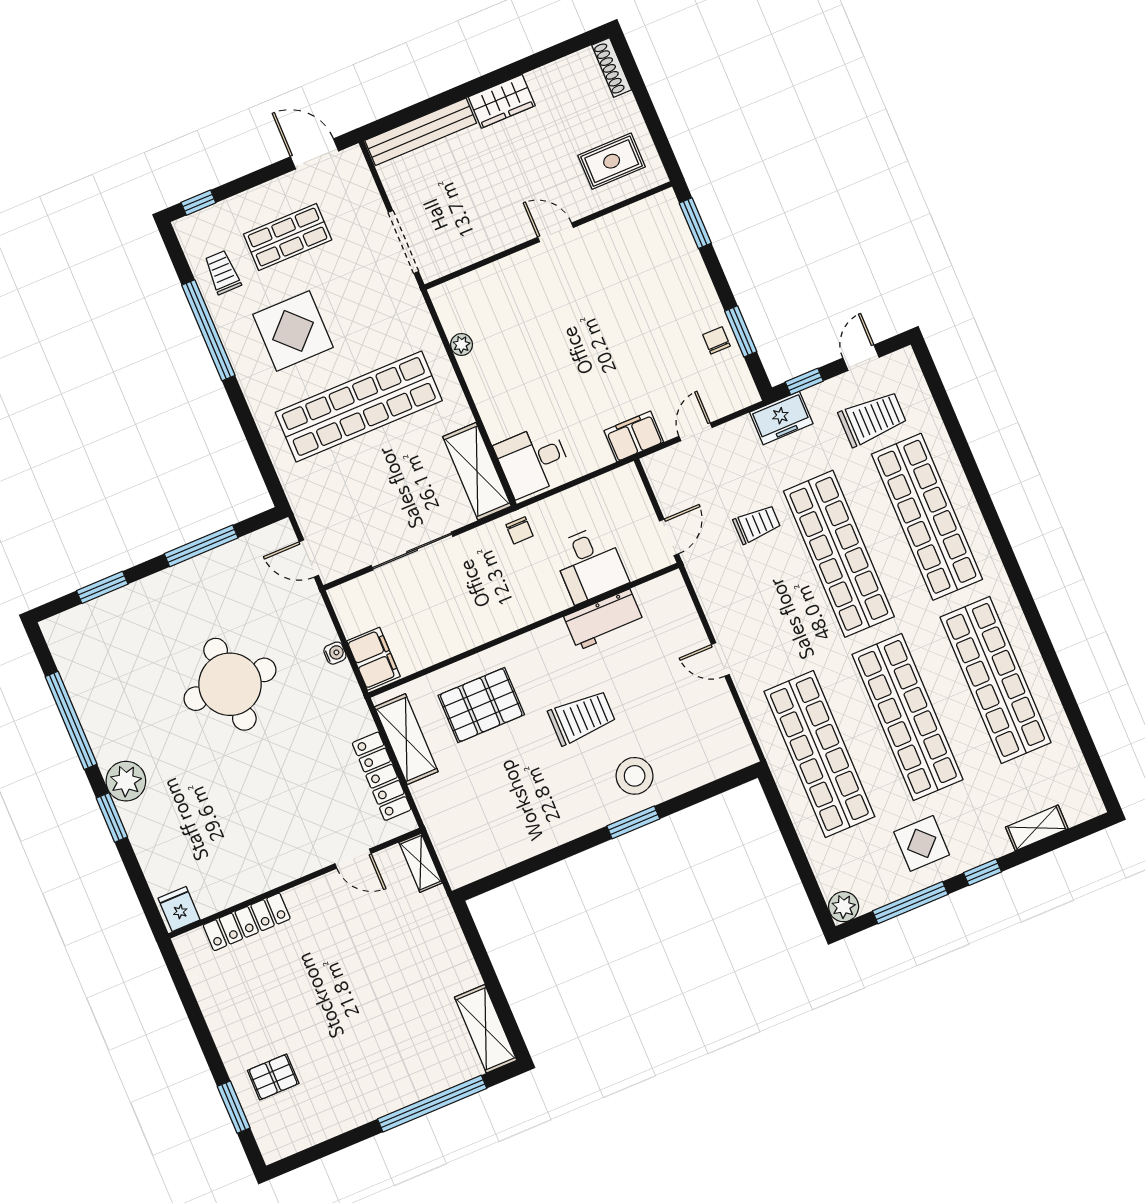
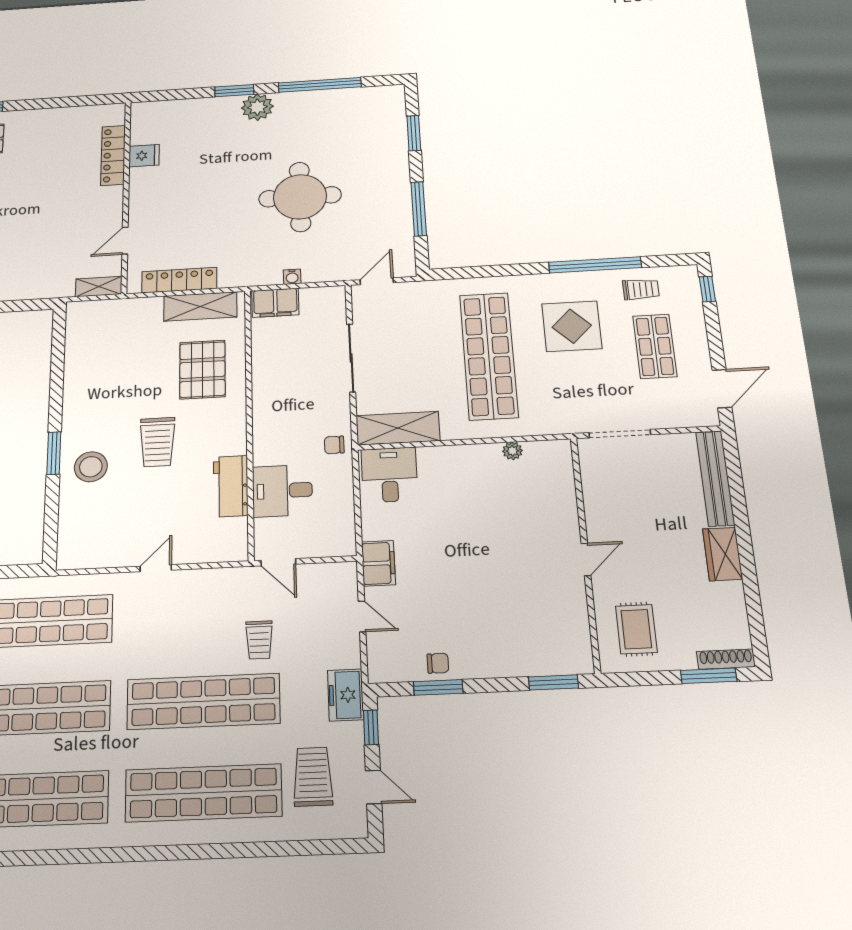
window: (635, 79) -> (709, 676), added
trolley: (872, 419) -> (313, 777), turned 180
fridge: (179, 909) -> (144, 156), moved

